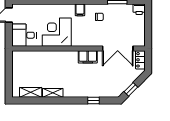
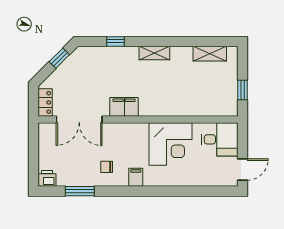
double door: (118, 48) -> (79, 119), swing flipped
window: (9, 68) -> (243, 90), added
shelving: (53, 93) -> (154, 53), moved

